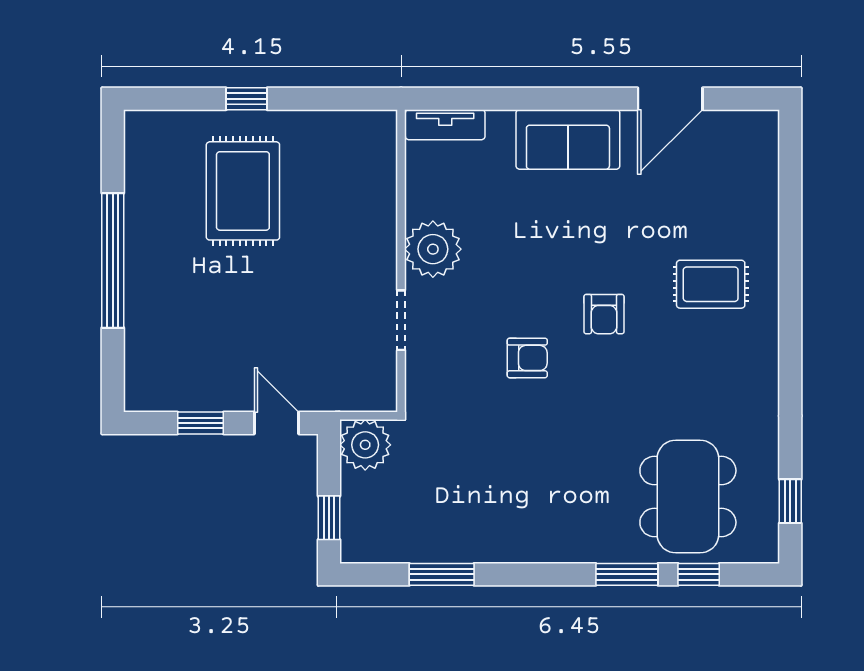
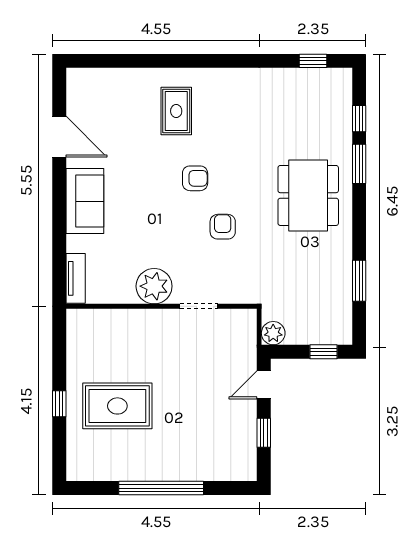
plant: (365, 445) -> (273, 333), width x0.73, depth x0.73
dining table: (688, 496) -> (308, 195), moved, turned 90

